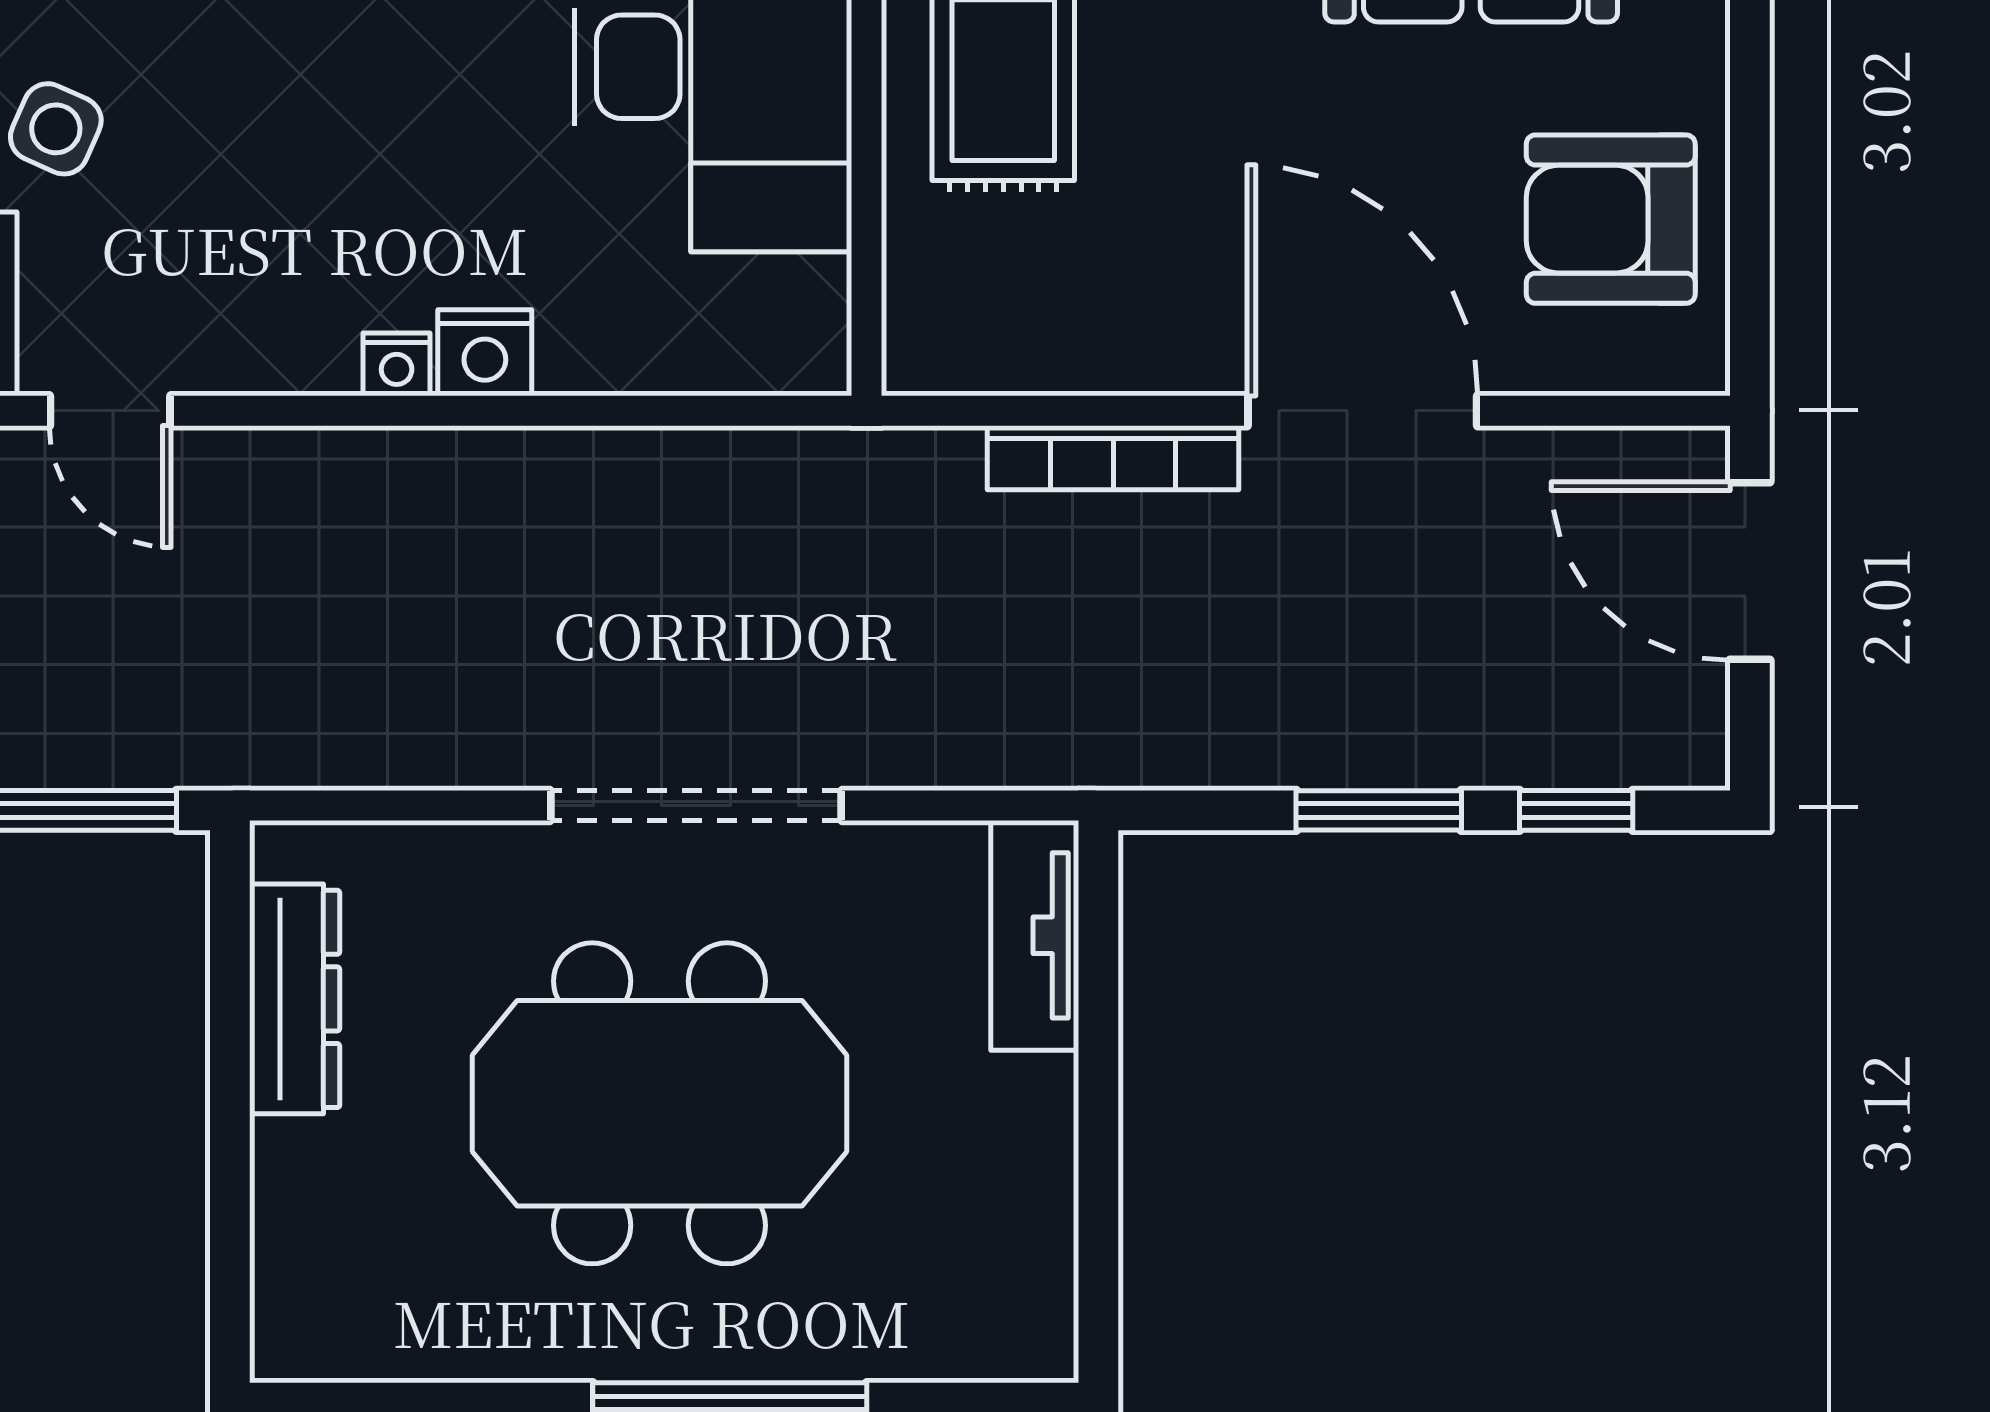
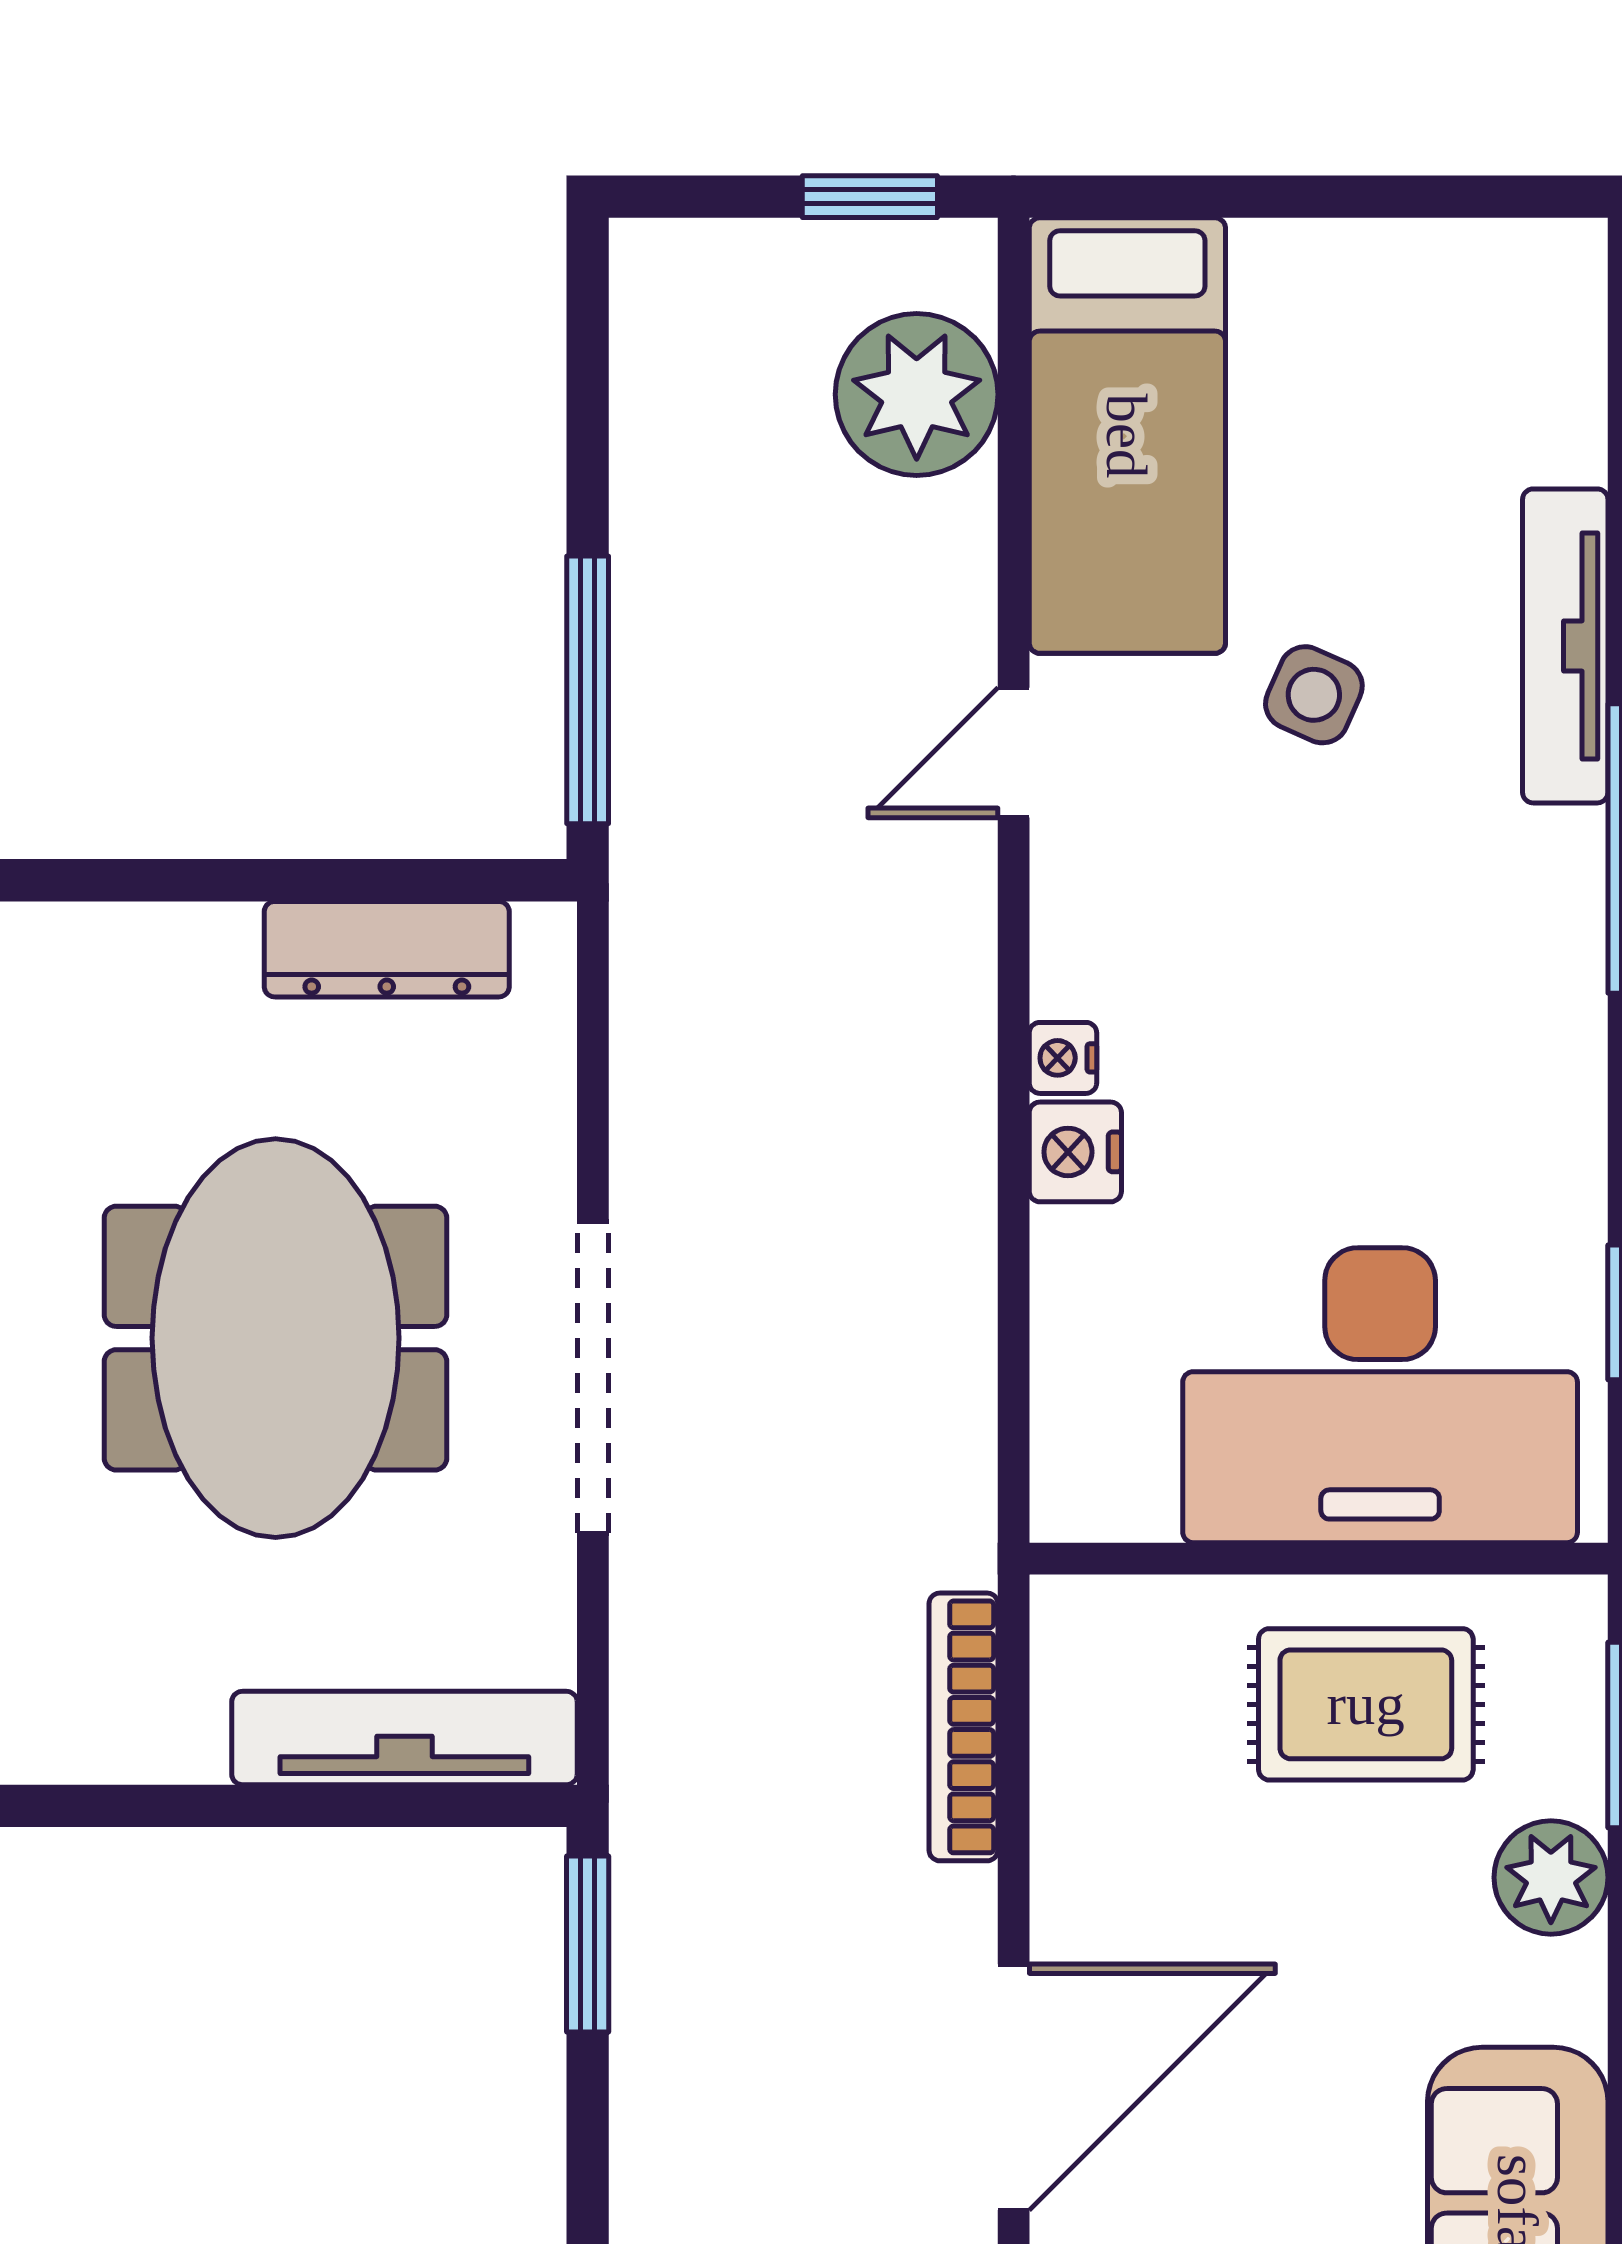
bookcase: (1113, 458) -> (963, 1727), moved
window: (1379, 810) -> (588, 1944), moved
tv unit: (1035, 935) -> (404, 1738), width x1.41

